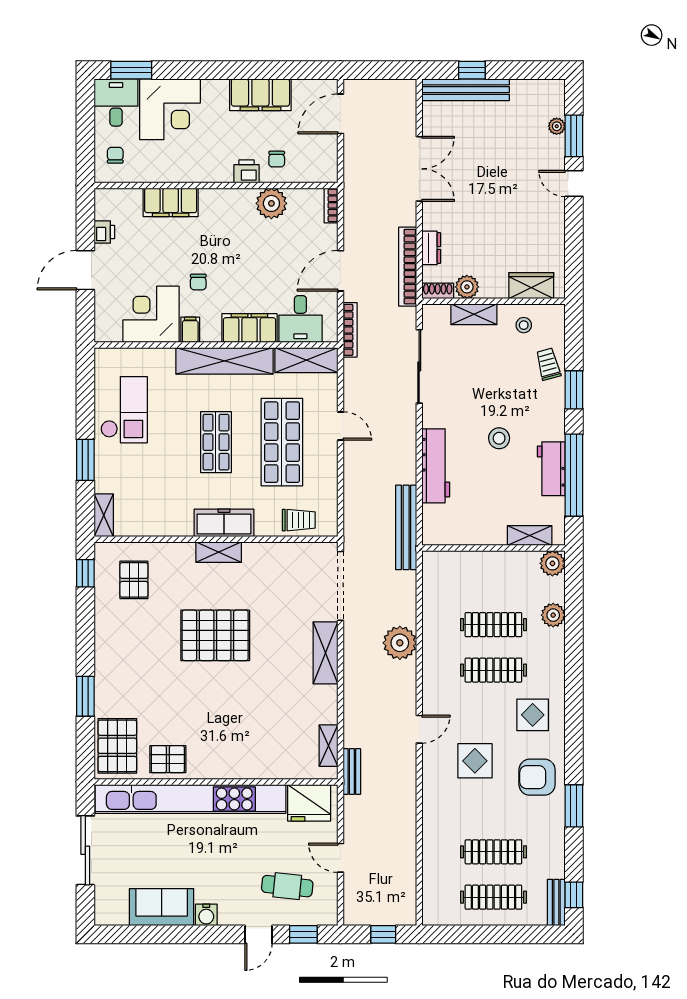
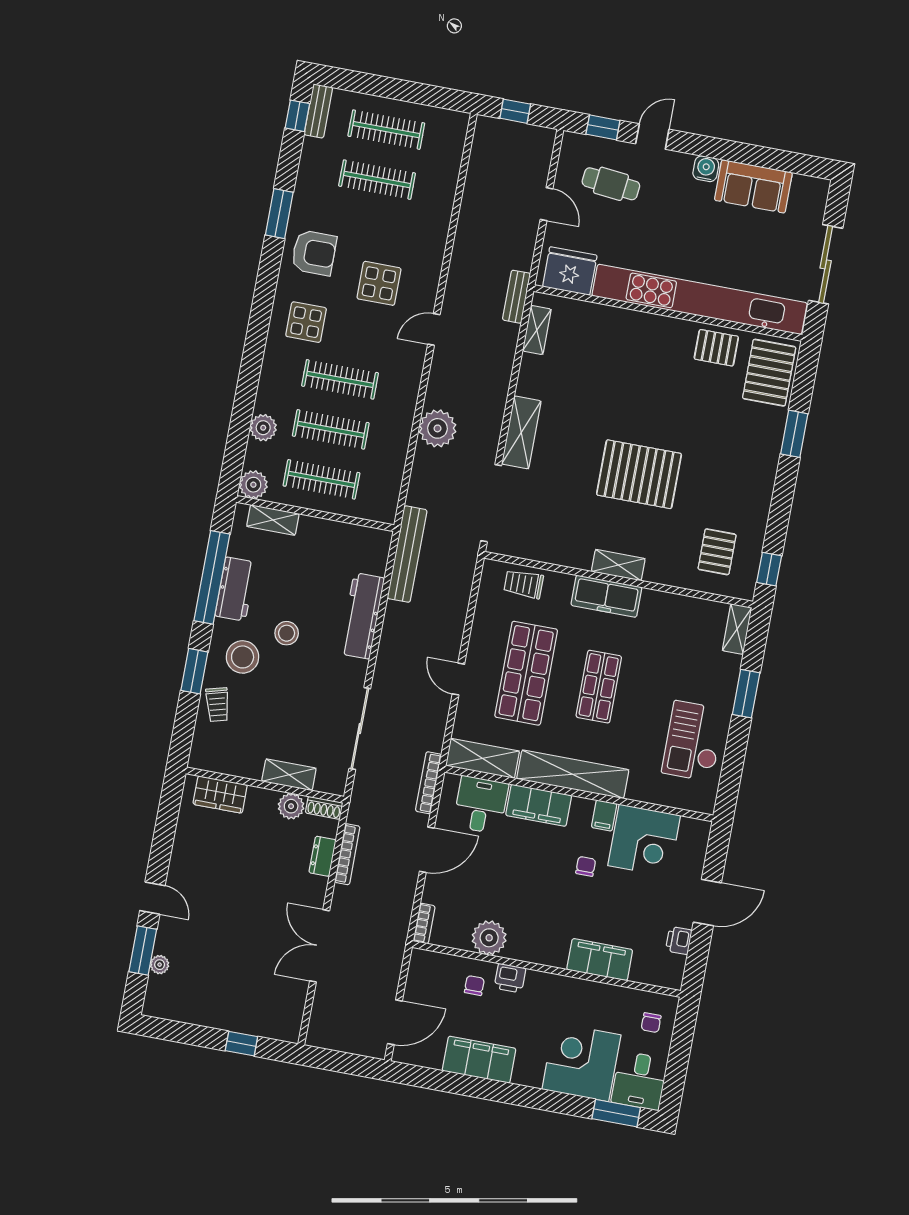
bench: (466, 90) -> (252, 1023), removed
bookcase: (408, 267) -> (347, 854), width x0.68, depth x0.76
stool: (524, 325) -> (243, 657), moved, width x1.89, depth x1.89
clothes rail: (493, 579) -> (321, 479), added

